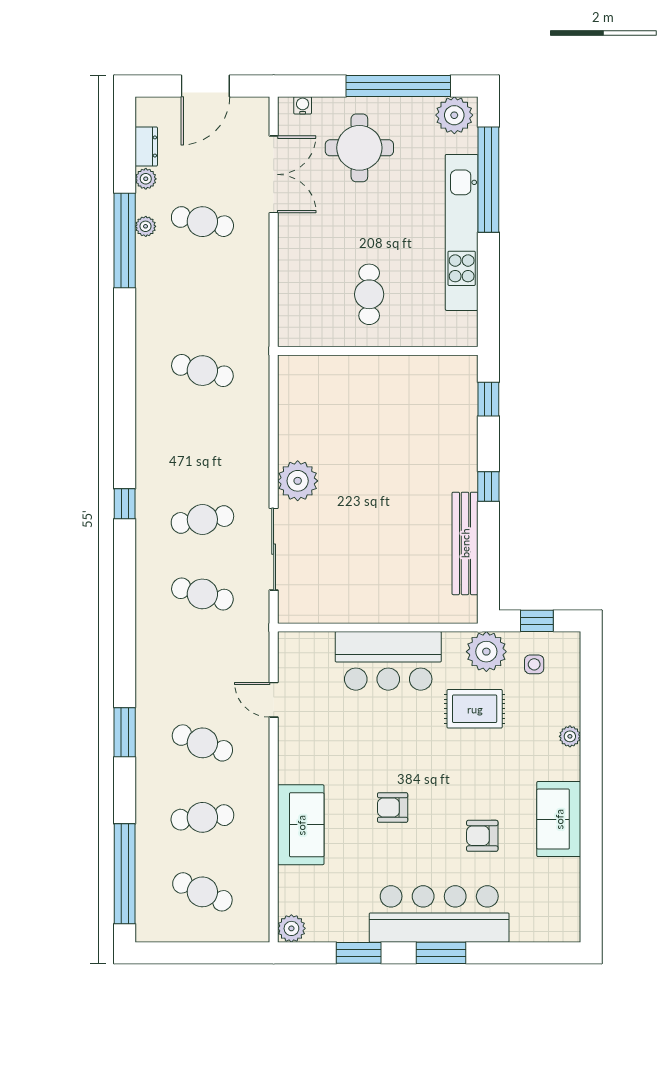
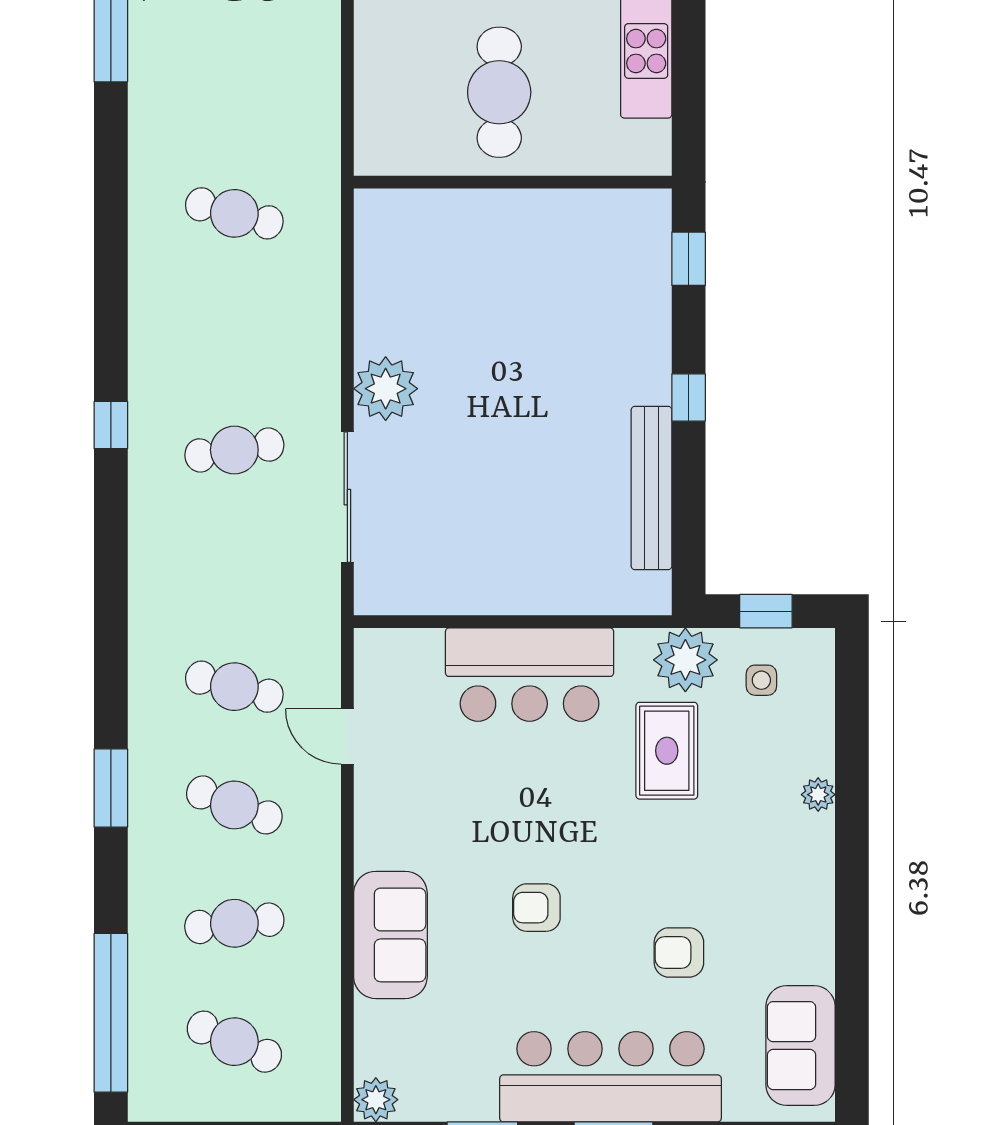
cafe table: (369, 294) -> (499, 92), width x1.37, depth x1.35
cafe table: (202, 594) -> (234, 687), moved
rug: (475, 709) -> (667, 751), turned 90
sofa: (559, 819) -> (800, 1046), moved

